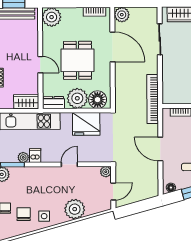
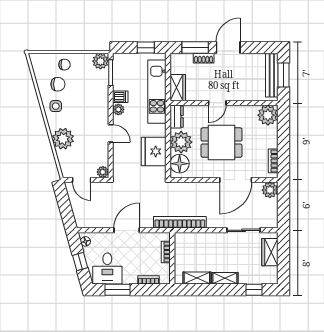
plant: (23, 157) -> (118, 109), moved

